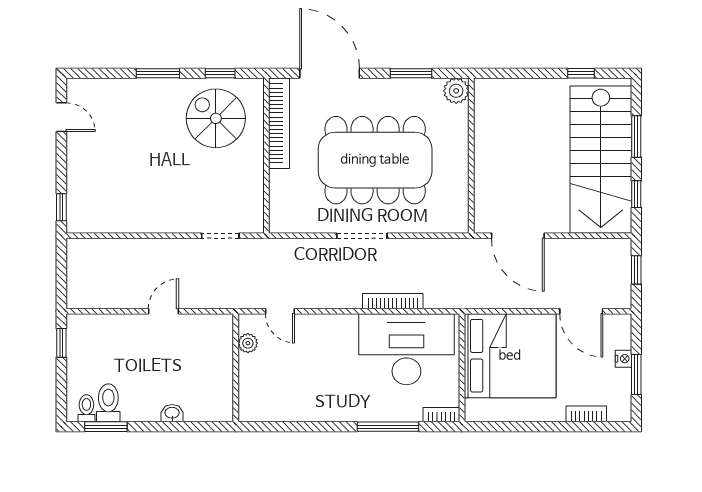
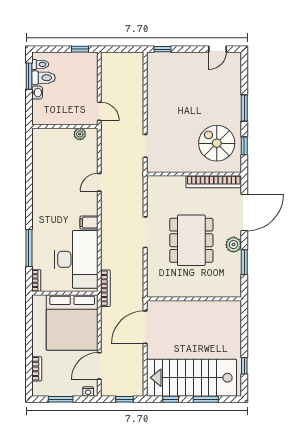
plant: (456, 91) -> (234, 245), moved
spiral stairs: (216, 118) -> (217, 143), turned -90
dining table: (375, 160) -> (191, 240), width x0.73, depth x0.80
bookcase: (393, 301) -> (105, 288), moved
filing cabinet: (346, 328) -> (89, 223), added
plant: (248, 343) -> (80, 134), moved
nightstand: (623, 359) -> (88, 392), moved
wall: (236, 368) -> (65, 127), moved
washbasin: (172, 413) -> (37, 93), moved

